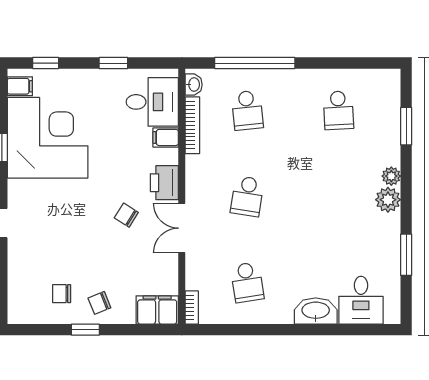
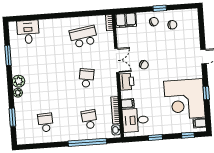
school desk: (247, 282) -> (83, 37), width x1.85
washbasin: (316, 311) -> (50, 25), removed

